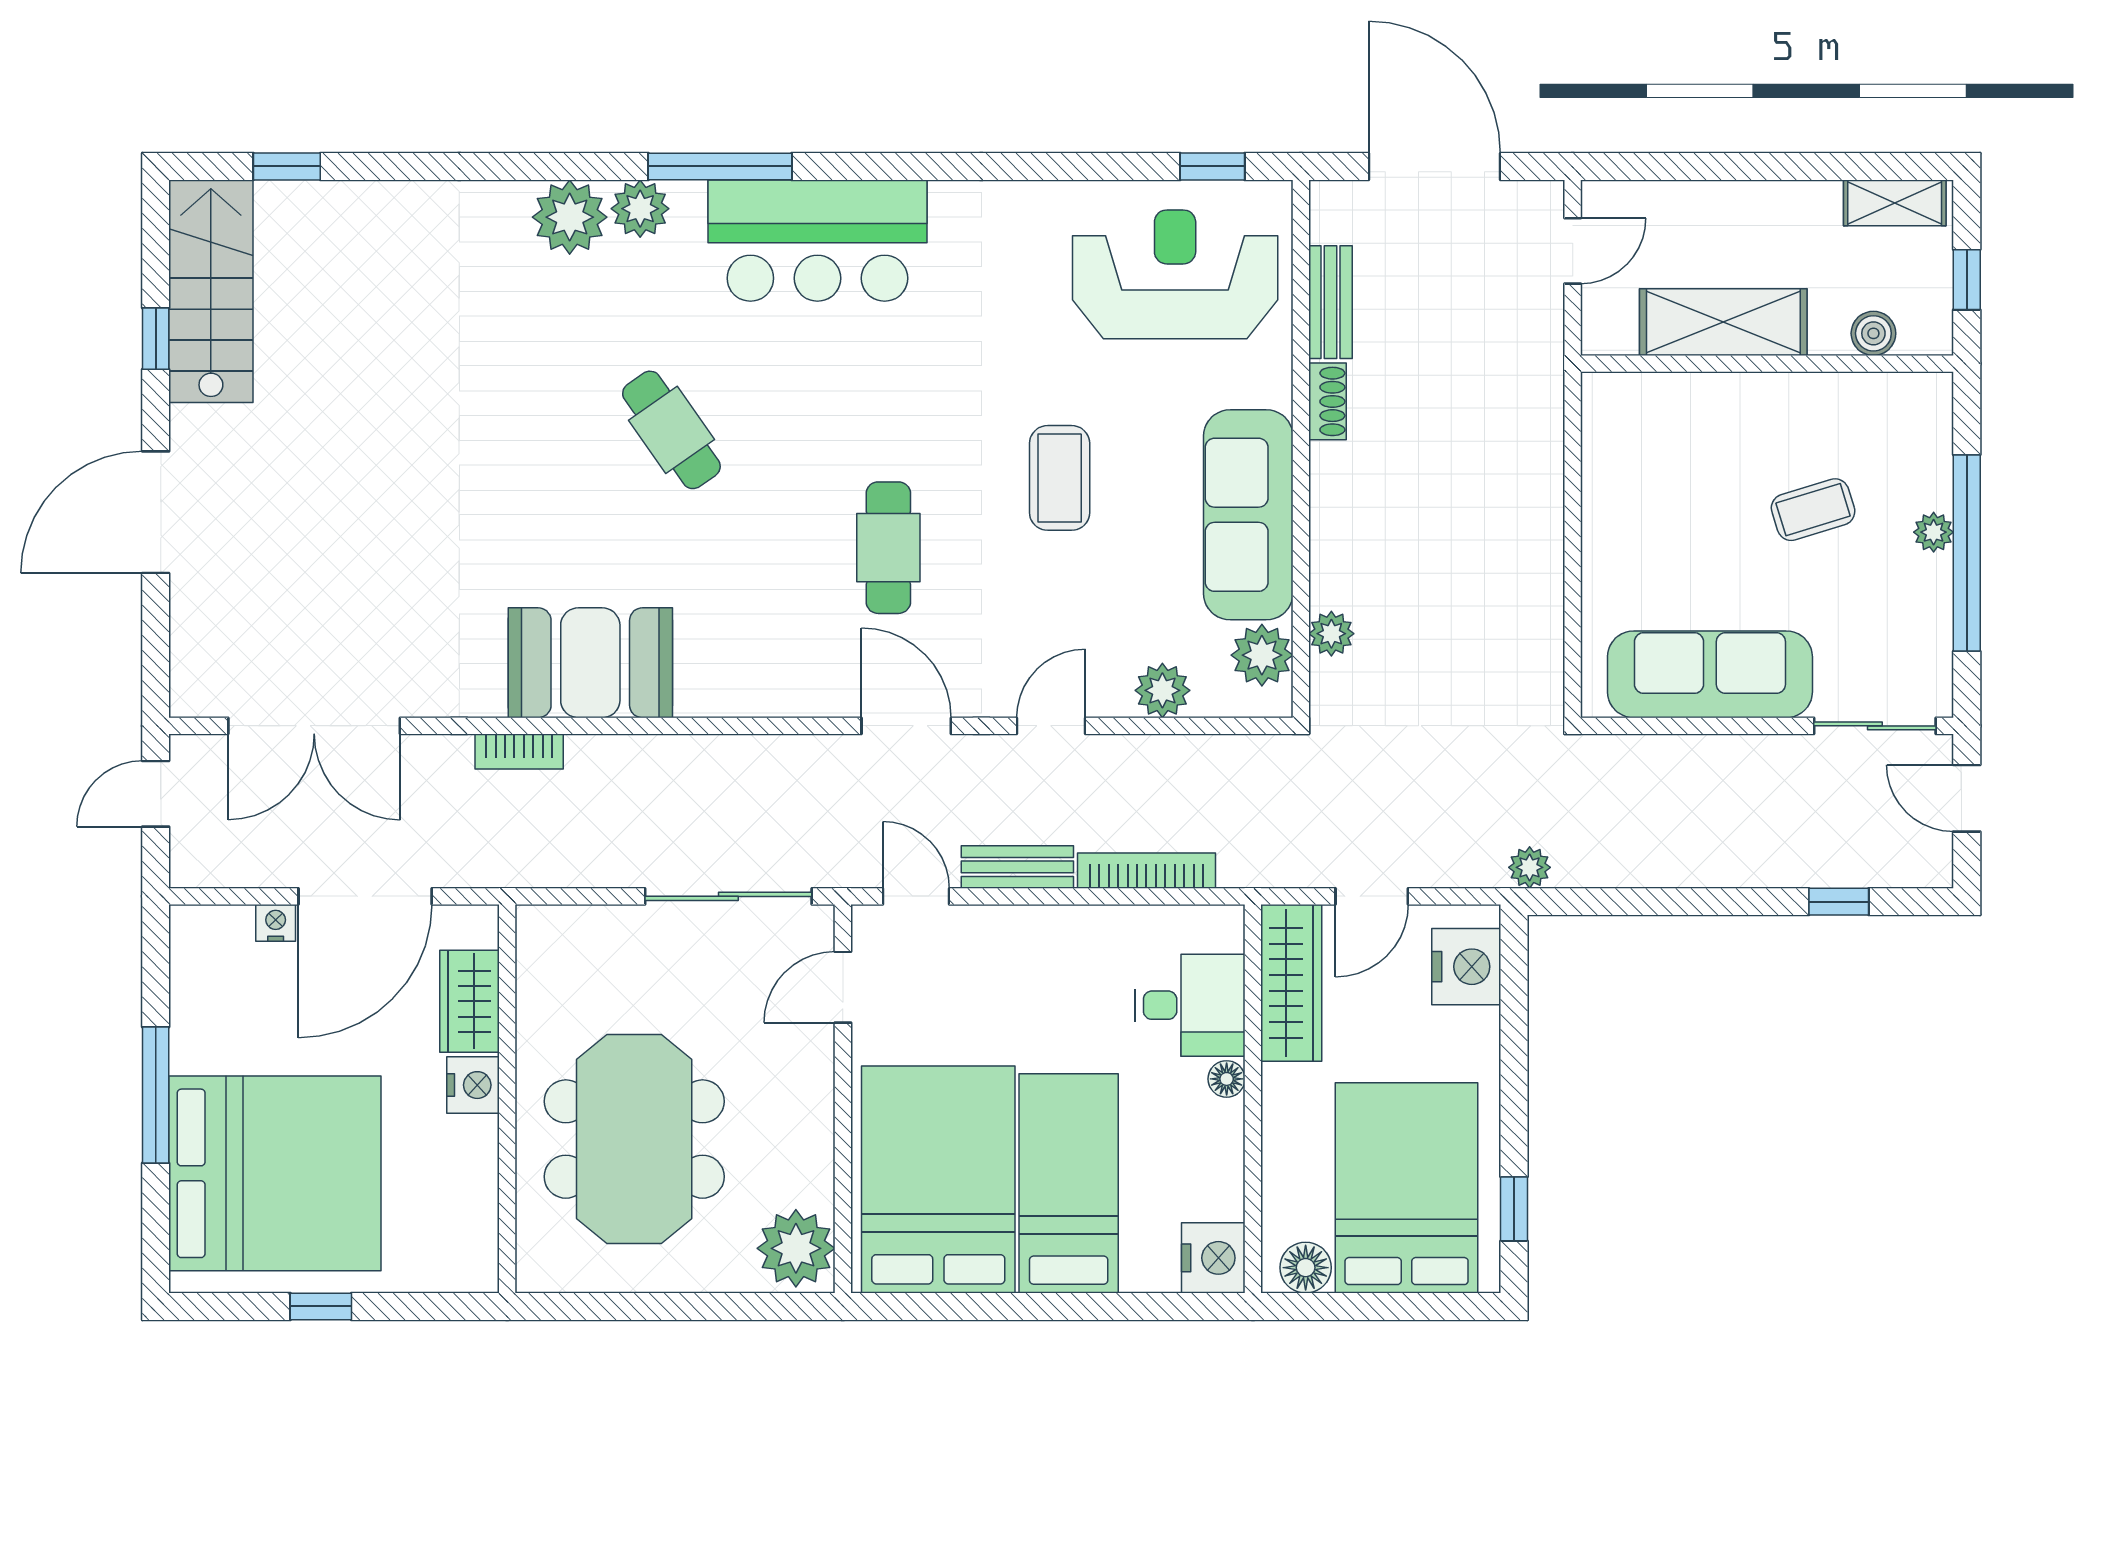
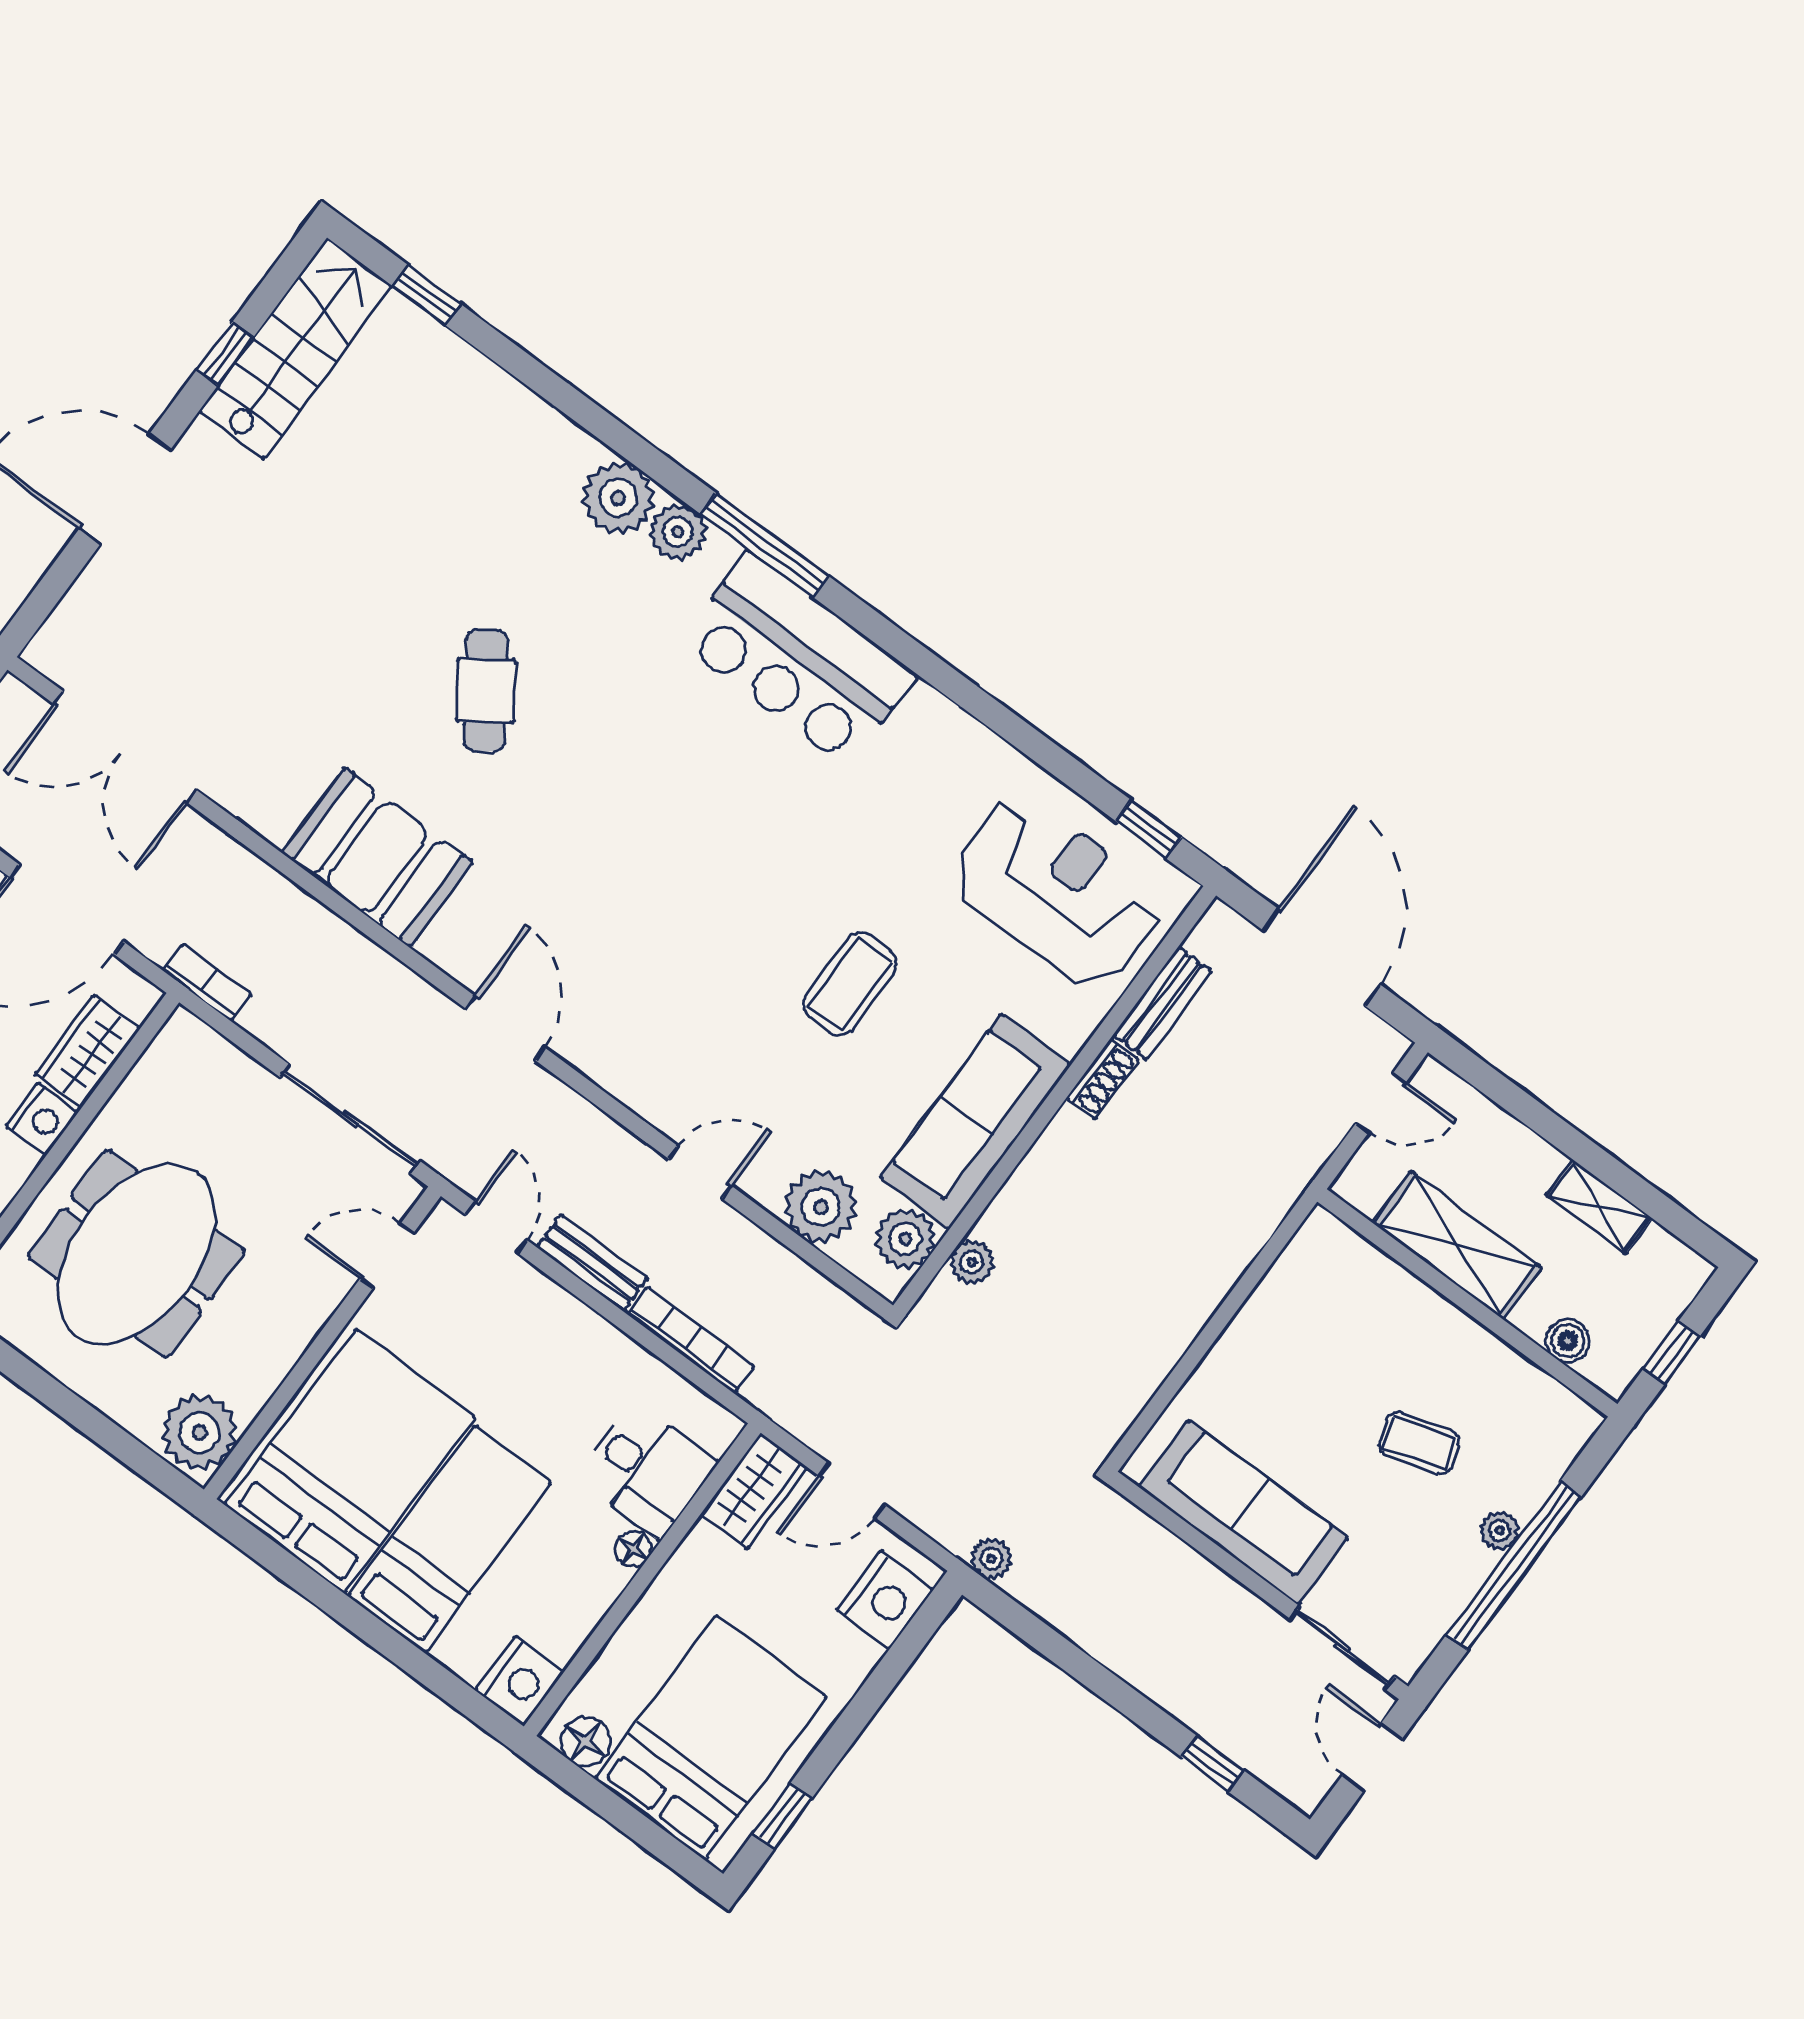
shelving: (1895, 203) -> (1599, 1206), moved
cafe table: (671, 430) -> (486, 690), moved
cafe table: (888, 548) -> (676, 939), removed
plant: (1162, 690) -> (821, 1207), width x1.36, depth x1.36
door: (906, 726) -> (505, 1028), moved
bookcase: (519, 751) -> (207, 982), moved, turned 180
wardrobe: (1291, 983) -> (754, 1491), width x0.67

